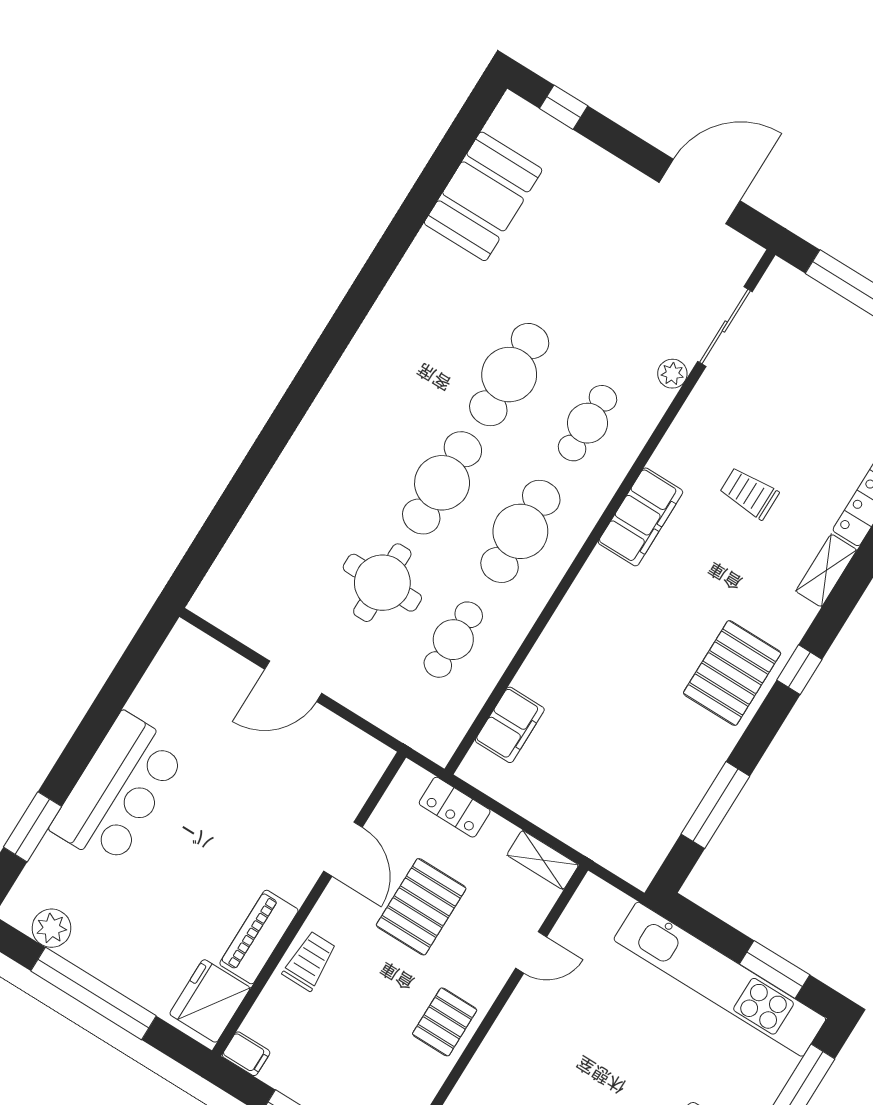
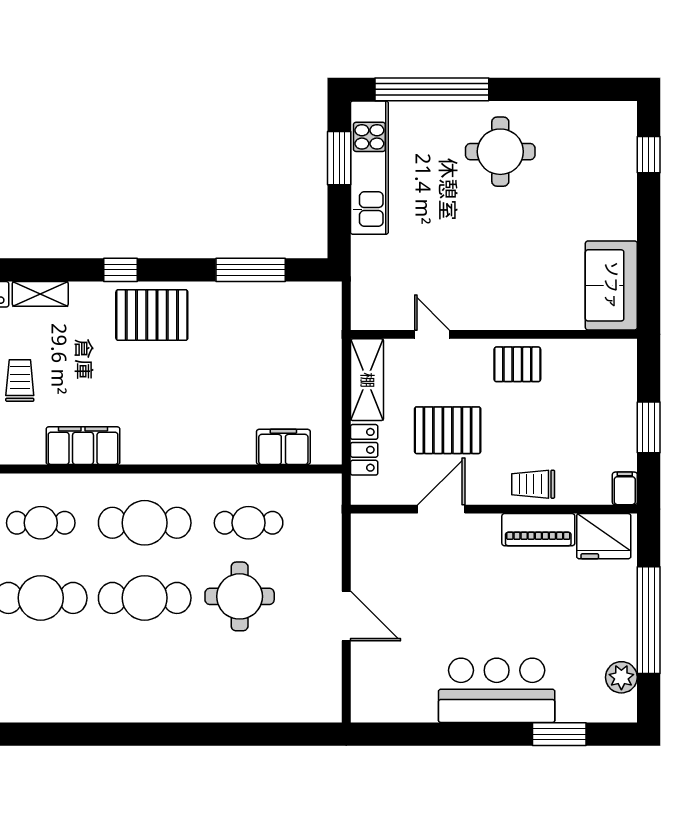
trolley: (749, 493) -> (20, 381), turned 180
shelving: (543, 860) -> (367, 380), width x1.50, depth x1.33
kitchen unit: (720, 979) -> (369, 168), width x0.73

